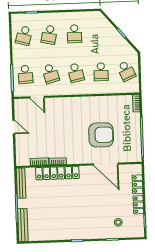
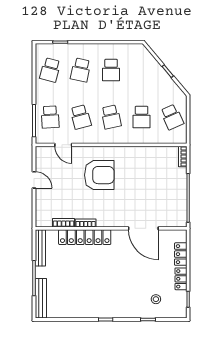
armchair: (101, 135) -> (99, 175), moved

